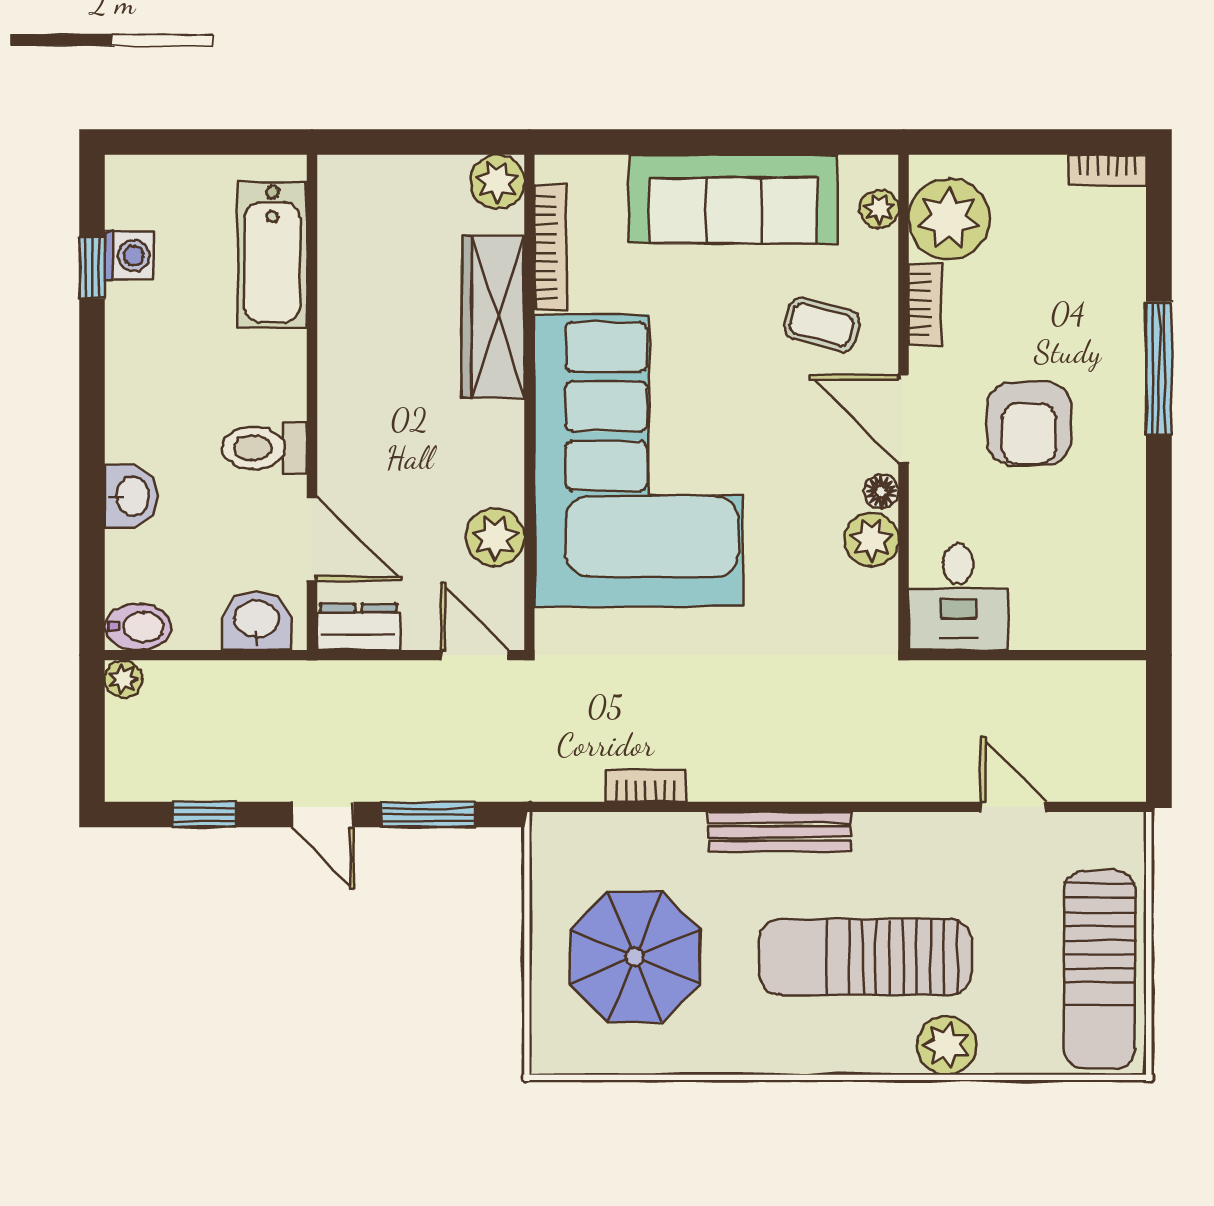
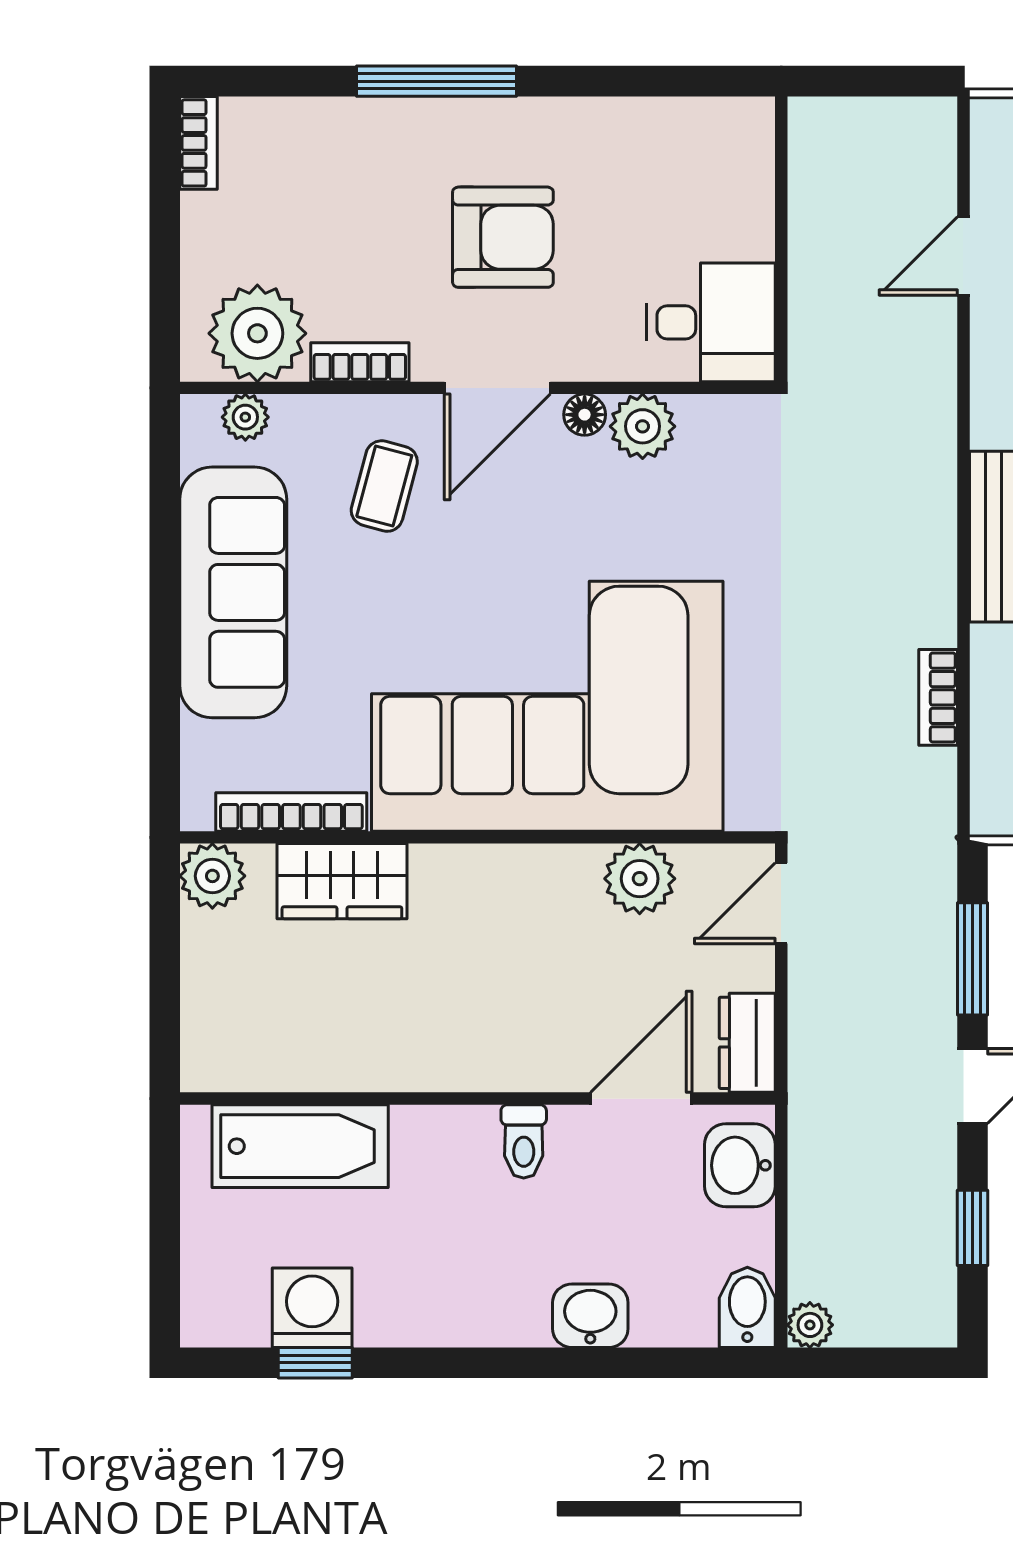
washing machine: (129, 256) -> (312, 1308), width x1.38, depth x1.38
wardrobe: (493, 317) -> (342, 881), width x0.67
toilet: (264, 448) -> (524, 1141), width x0.73, depth x0.72

